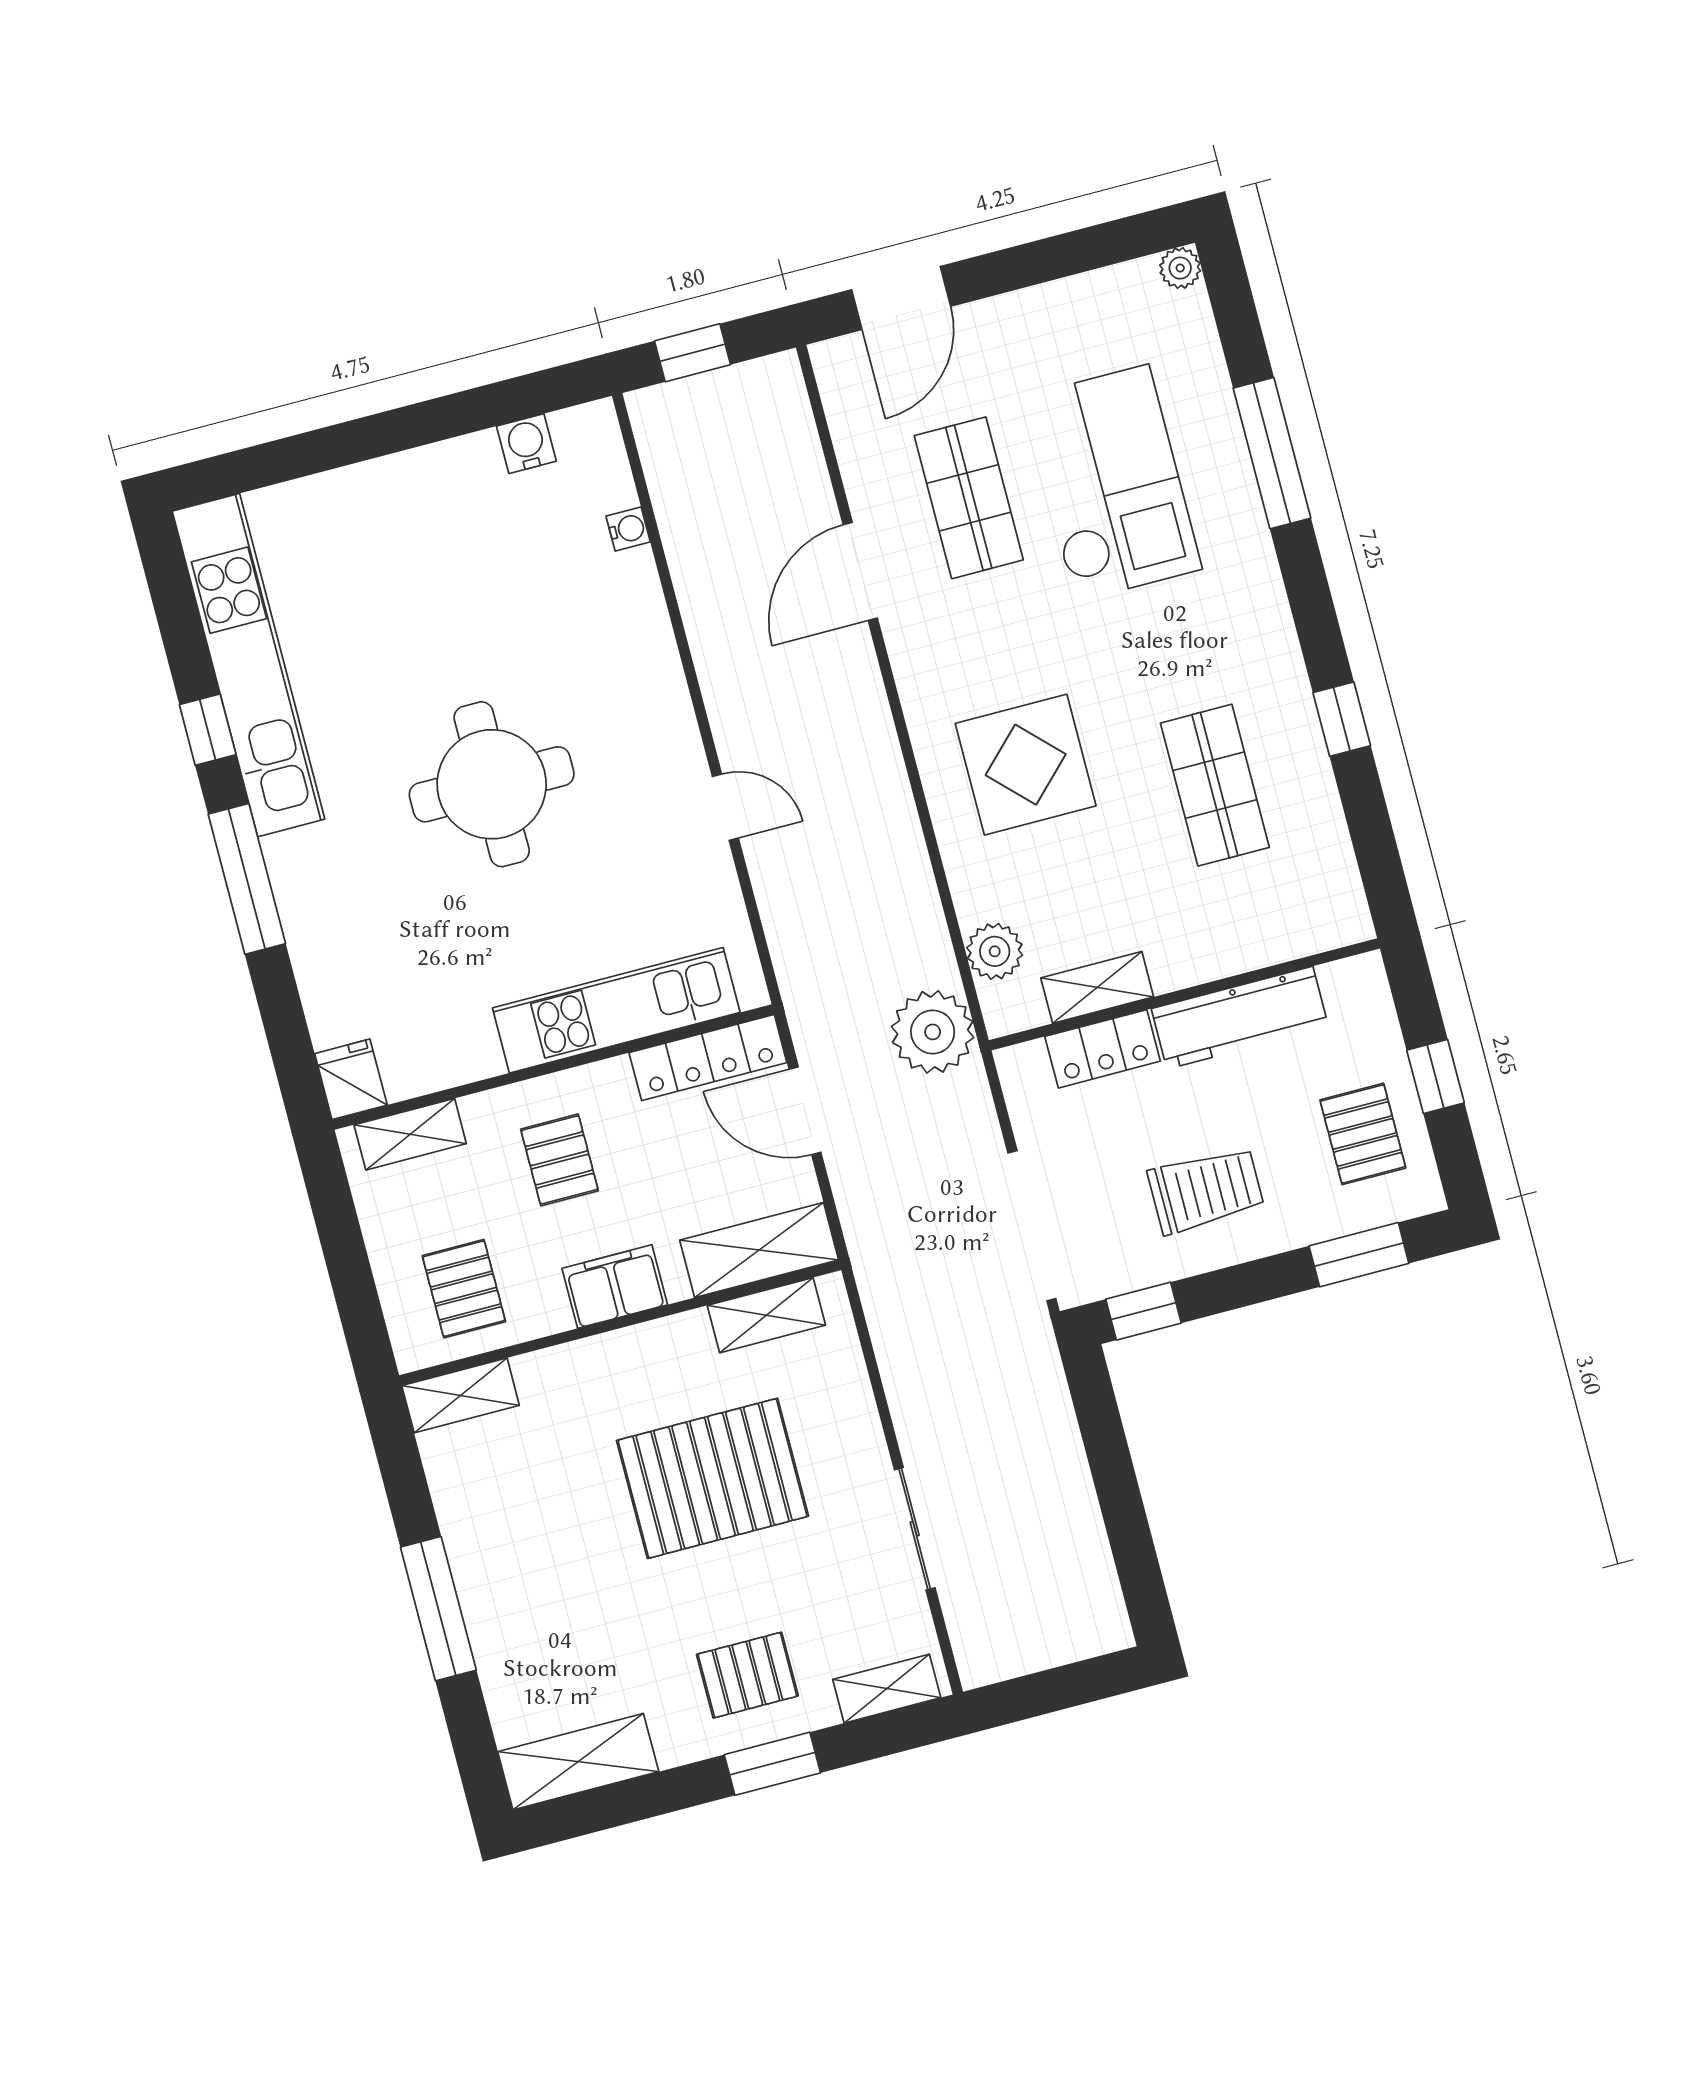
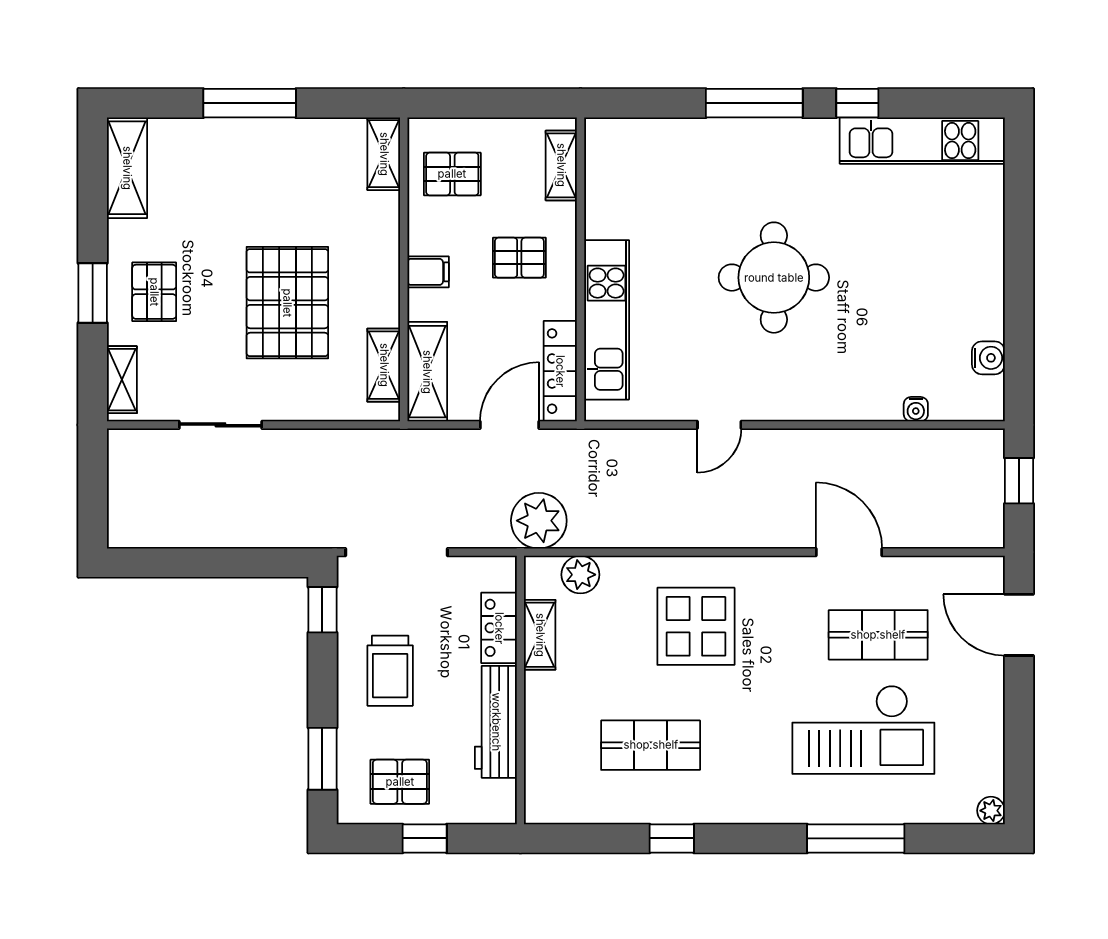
kitchen unit: (249, 665) -> (922, 141), width x0.73
fridge: (351, 1079) -> (607, 136), removed
filing cabinet: (615, 1287) -> (428, 272), width x0.50

